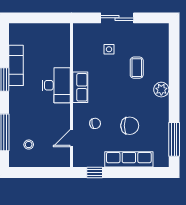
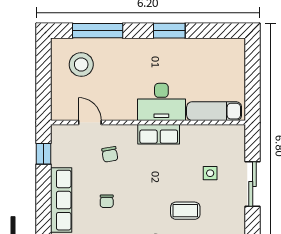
exam couch: (16, 65) -> (214, 111), moved, turned 180
chair: (130, 126) -> (107, 201), width x0.54, depth x0.54
stool: (29, 145) -> (81, 64), width x1.89, depth x1.89

